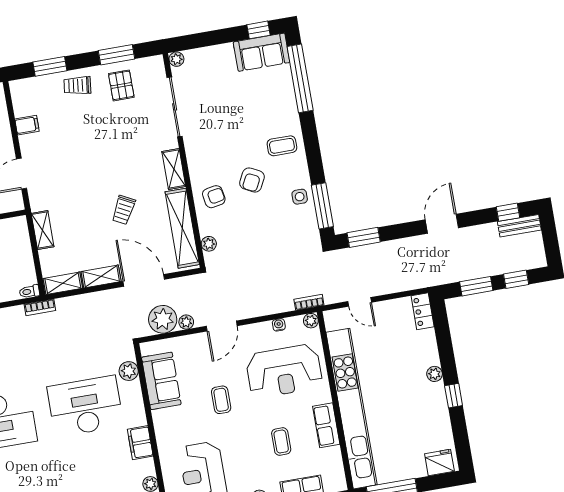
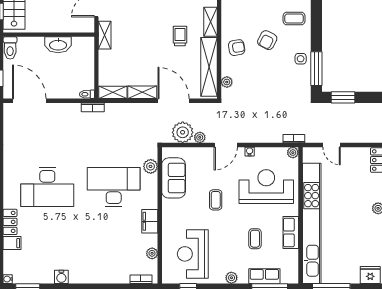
trolley: (124, 210) -> (180, 36), moved, turned 152
shelving: (43, 230) -> (105, 35), moved
water cooler: (279, 325) -> (250, 152), moved
reception desk: (284, 371) -> (266, 187), turned 180

